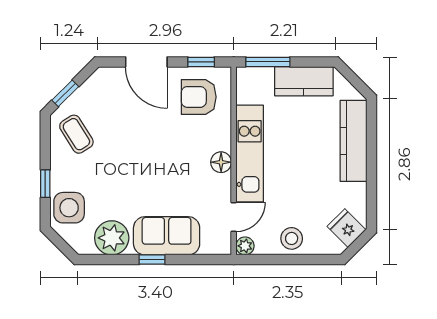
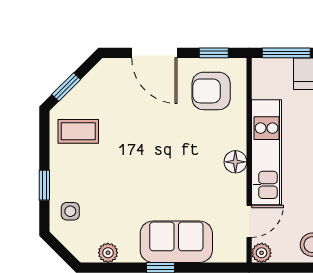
coffee table: (76, 134) -> (78, 131), turned -58
side table: (69, 208) -> (70, 211), width x0.54, depth x0.54
plant: (112, 238) -> (108, 253), width x0.53, depth x0.53

